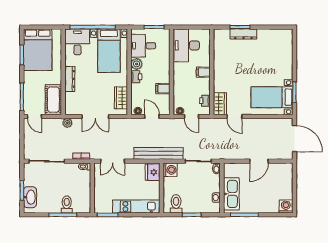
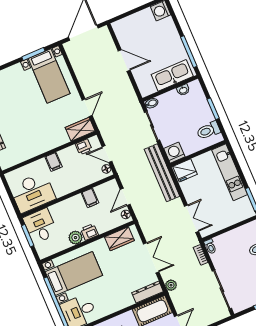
desk: (143, 46) -> (40, 226), moved, turned 180
dresser: (70, 79) -> (147, 292), moved
door: (191, 116) -> (107, 154), swing flipped

